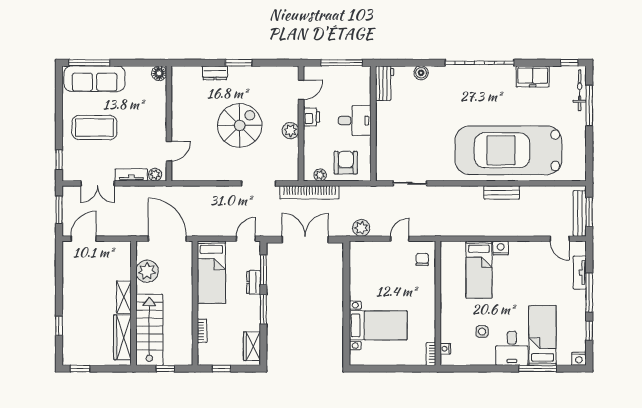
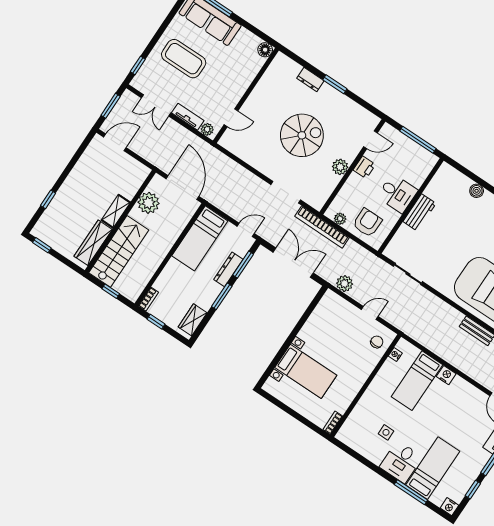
workbench: (385, 83) -> (419, 212), moved
dresser: (254, 282) -> (228, 269), width x1.44
bookcase: (202, 331) -> (148, 299), moved
nightstand: (445, 349) -> (395, 354), moved

